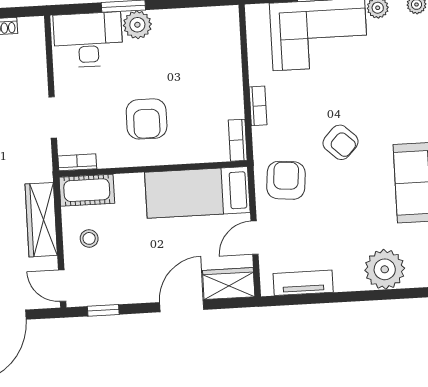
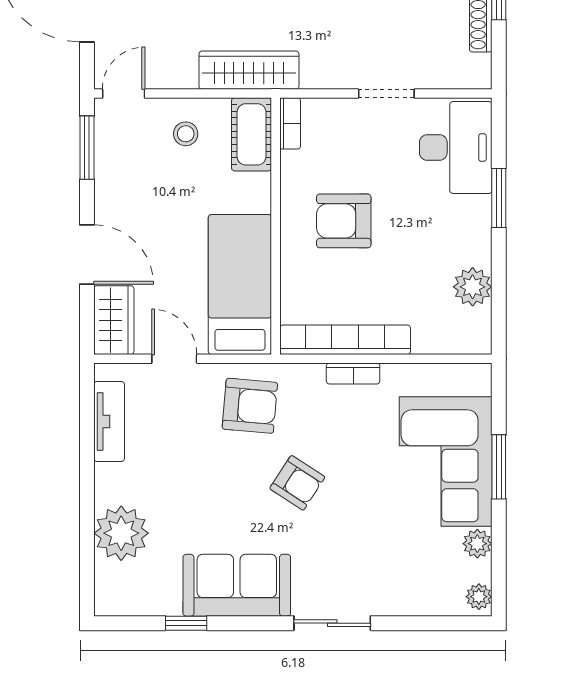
plant: (137, 25) -> (473, 287), moved
doorway: (53, 117) -> (386, 94), moved
bookcase: (238, 140) -> (345, 340), width x2.31, depth x1.31
armchair: (341, 142) -> (297, 483), turned -100
wardrobe: (41, 220) -> (249, 70), moved
window: (103, 310) -> (87, 148), width x1.50

